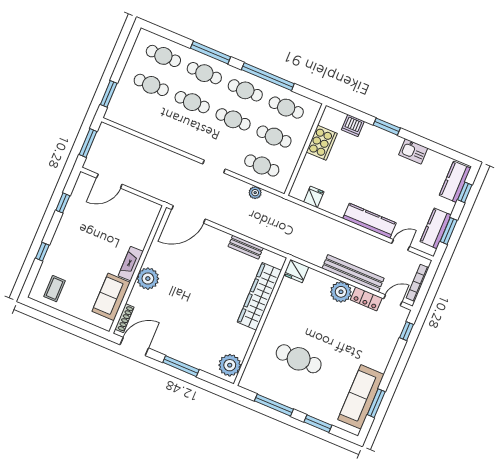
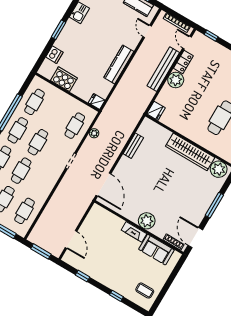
cafe table: (274, 137) -> (25, 211), moved
fridge: (314, 197) -> (97, 101), moved
kitchen counter: (369, 221) -> (119, 64), moved
wardrobe: (259, 296) -> (190, 152), moved

